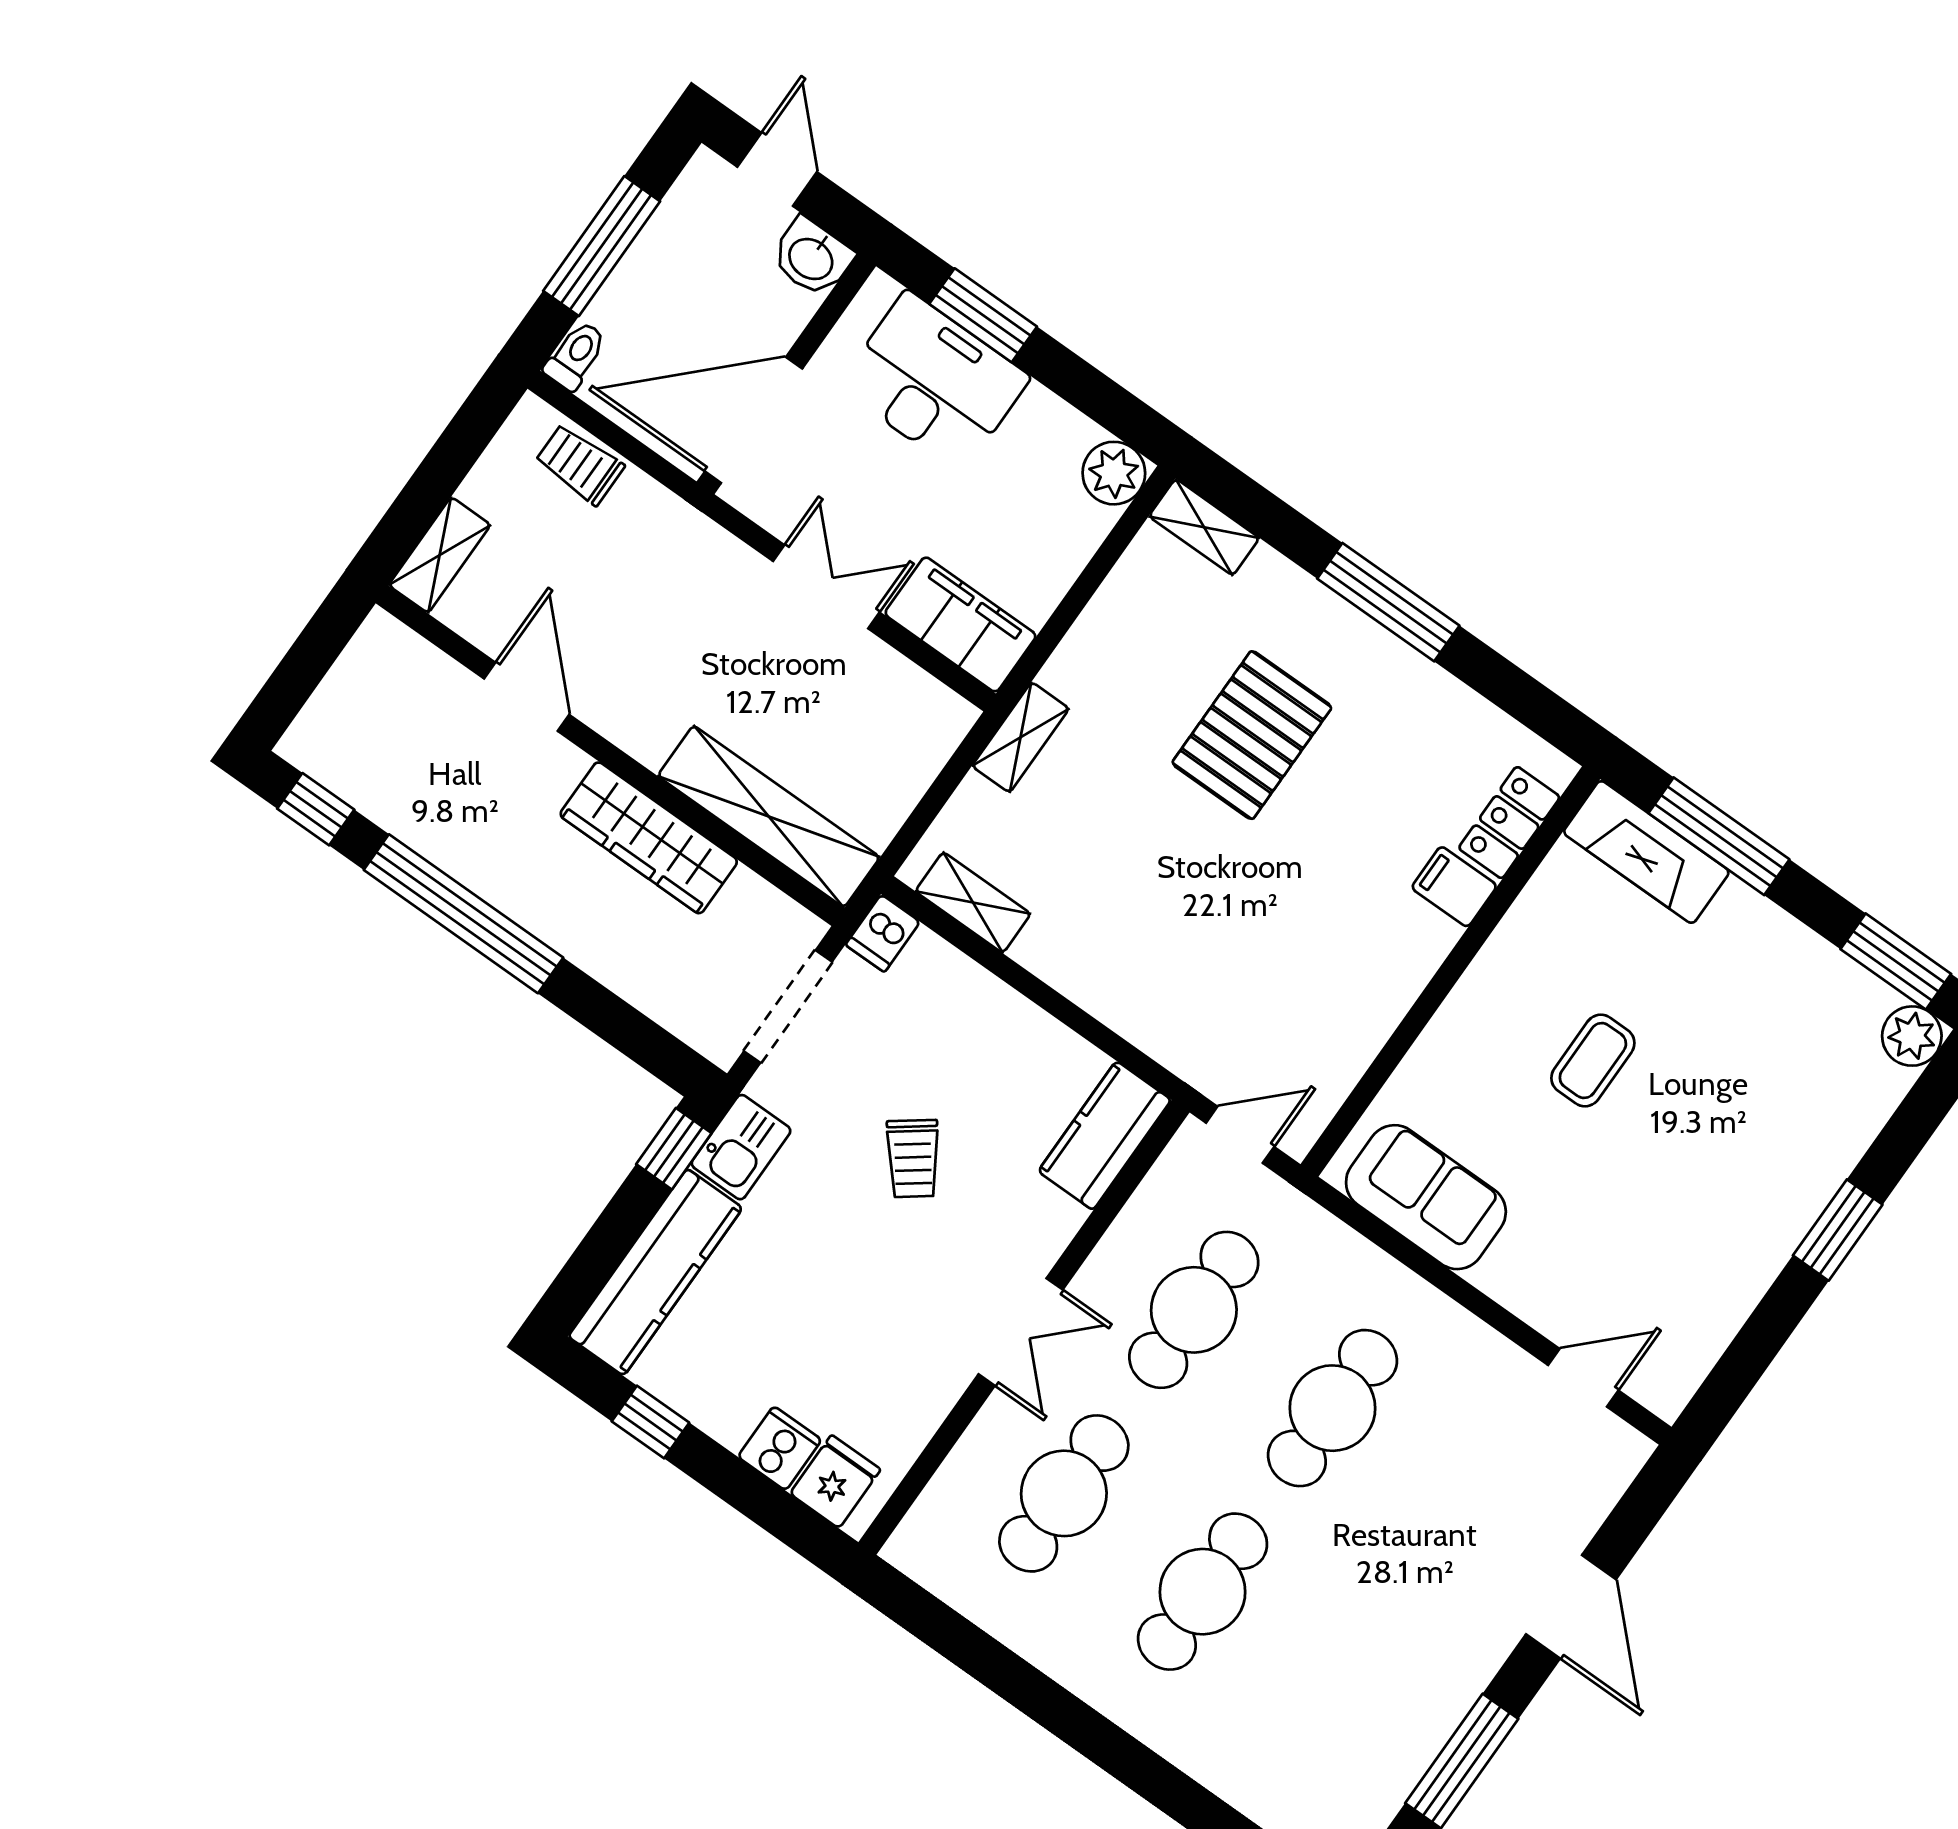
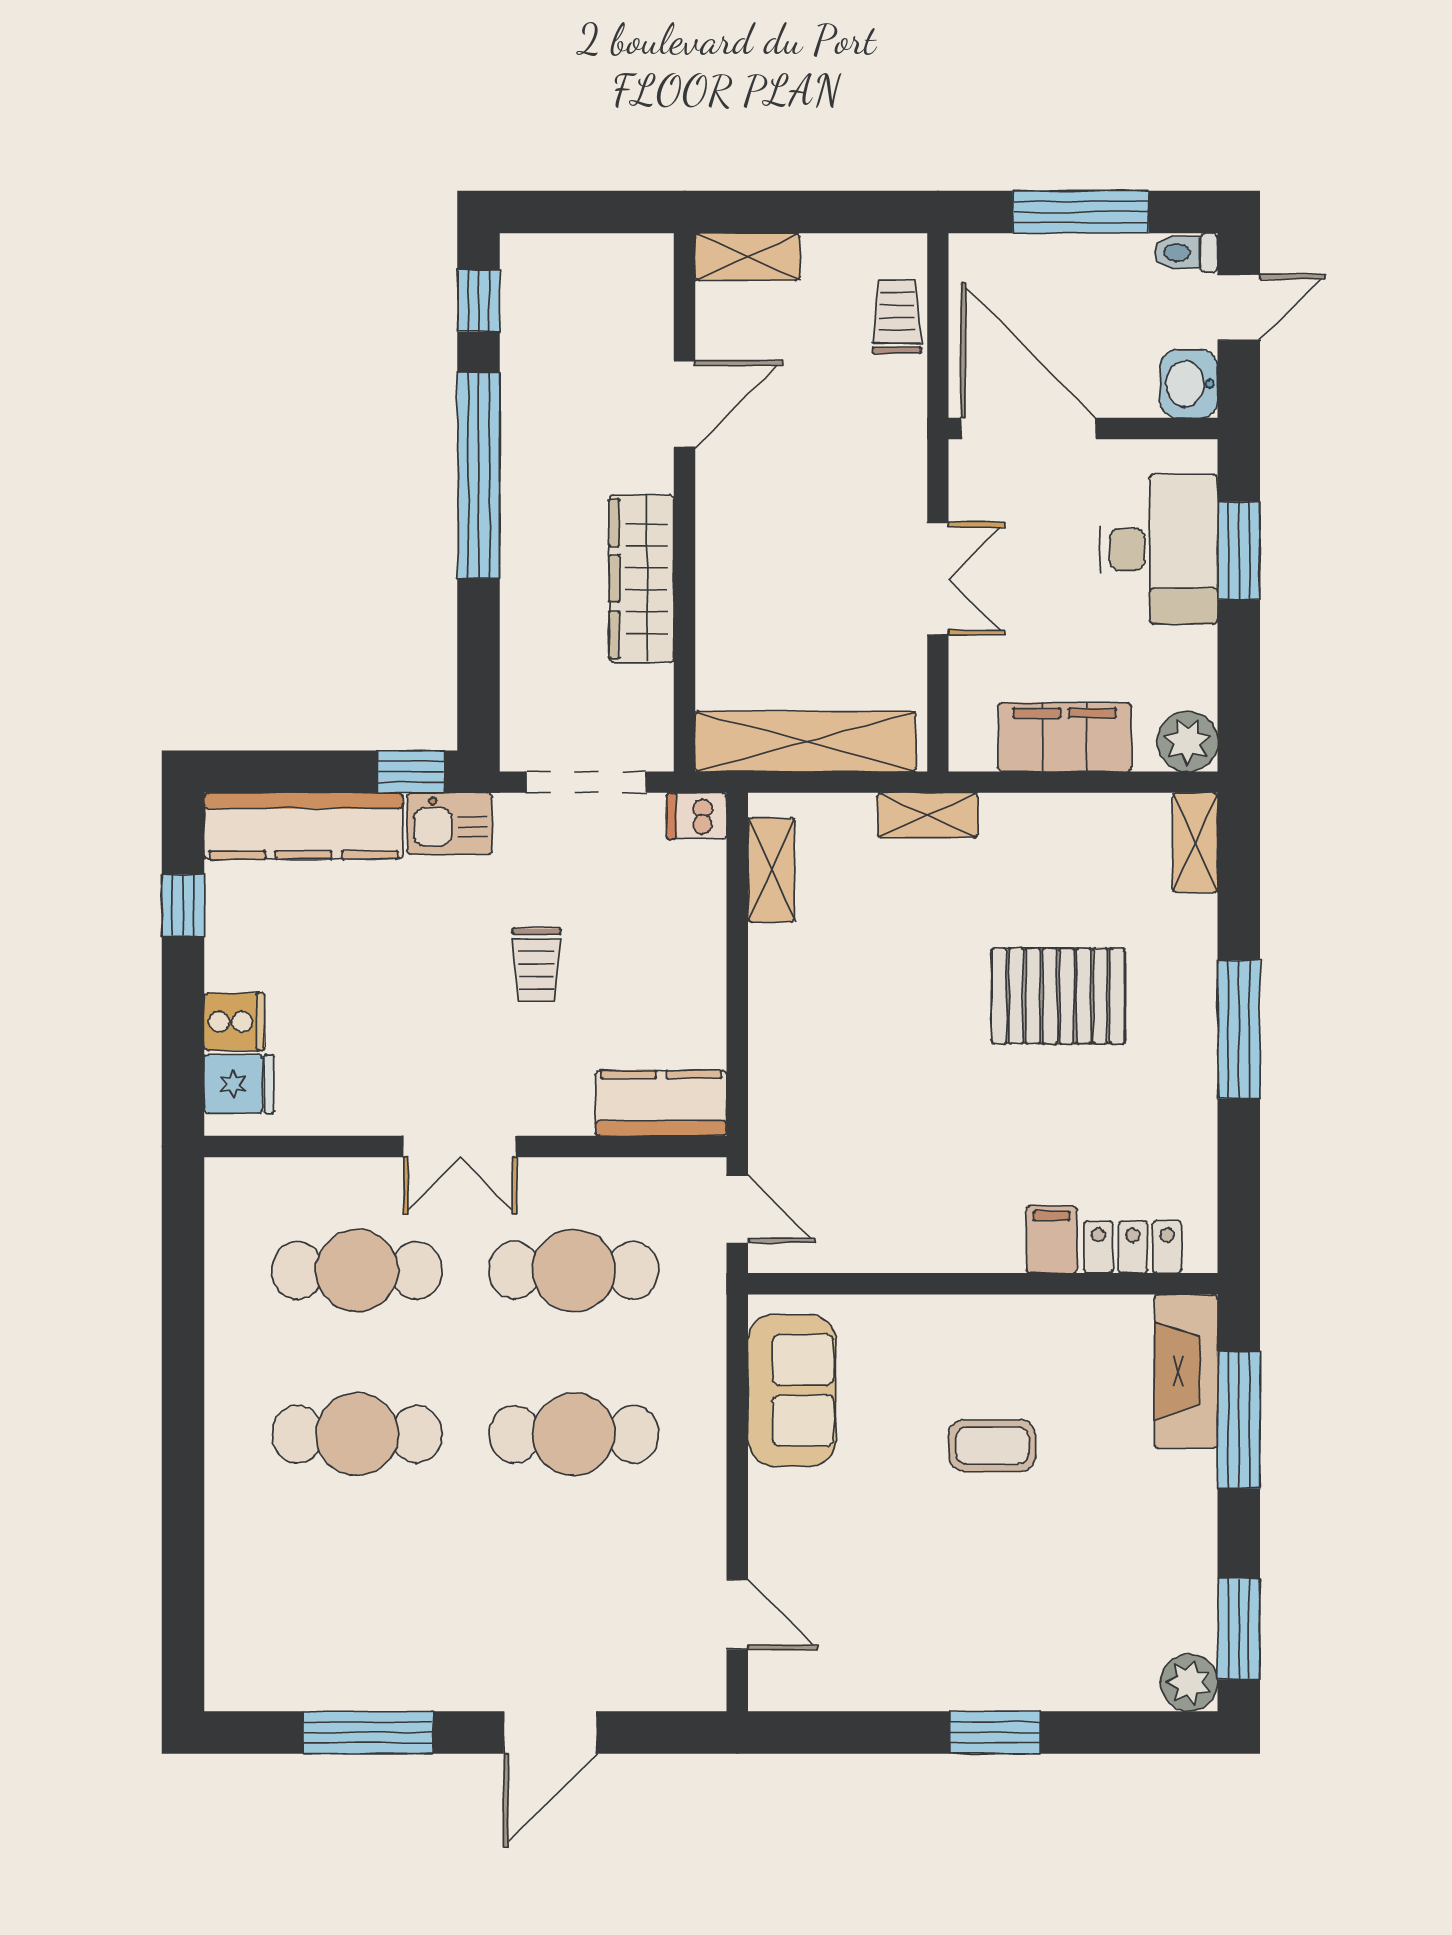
toilet: (576, 356) -> (1186, 253), moved, turned 180
filing cabinet: (960, 624) -> (1065, 737), moved, turned -90
shelving: (769, 816) -> (805, 742), moved, turned 90
trolley: (913, 1158) -> (536, 965), turned -53

